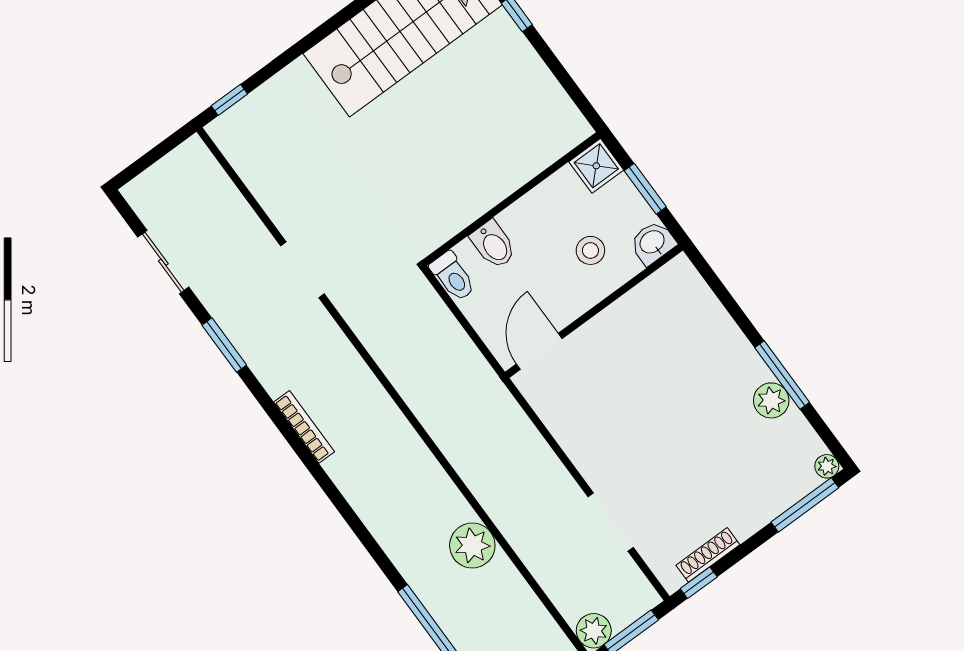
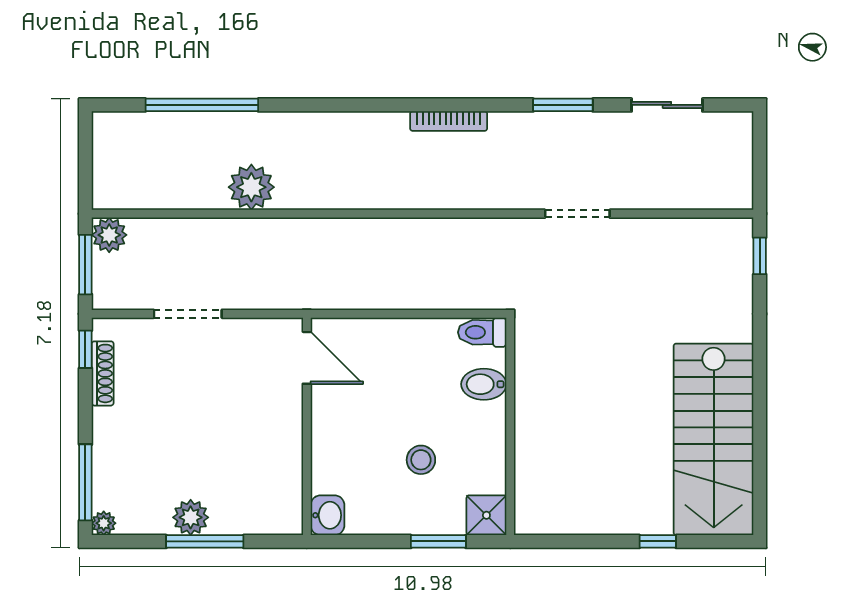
washbasin: (653, 243) -> (328, 515), moved
wall: (594, 311) -> (307, 426), moved
door: (539, 351) -> (307, 358), moved

